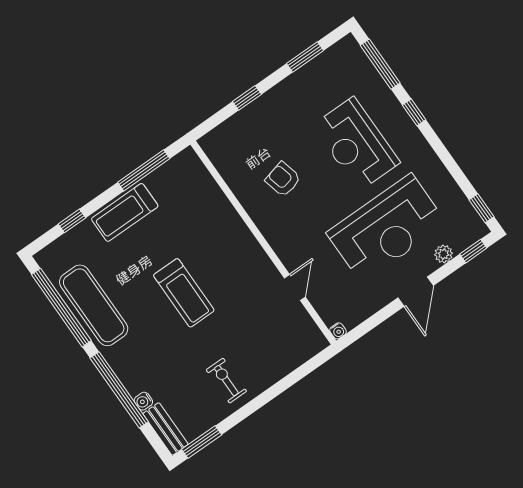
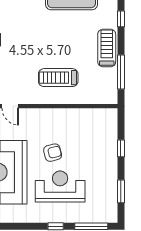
armchair: (283, 179) -> (53, 153), moved
treadmill: (184, 293) -> (58, 78), moved

